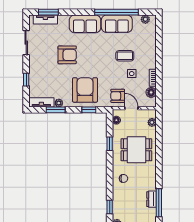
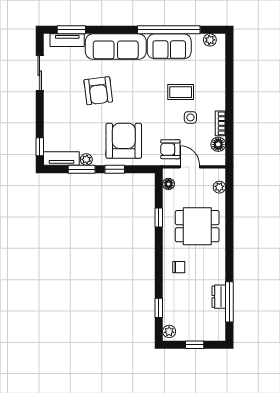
sofa: (85, 24) -> (116, 47), width x1.36
armchair: (67, 55) -> (98, 91), turned 83
window: (26, 80) -> (40, 147), moved
window: (89, 110) -> (115, 169), moved

